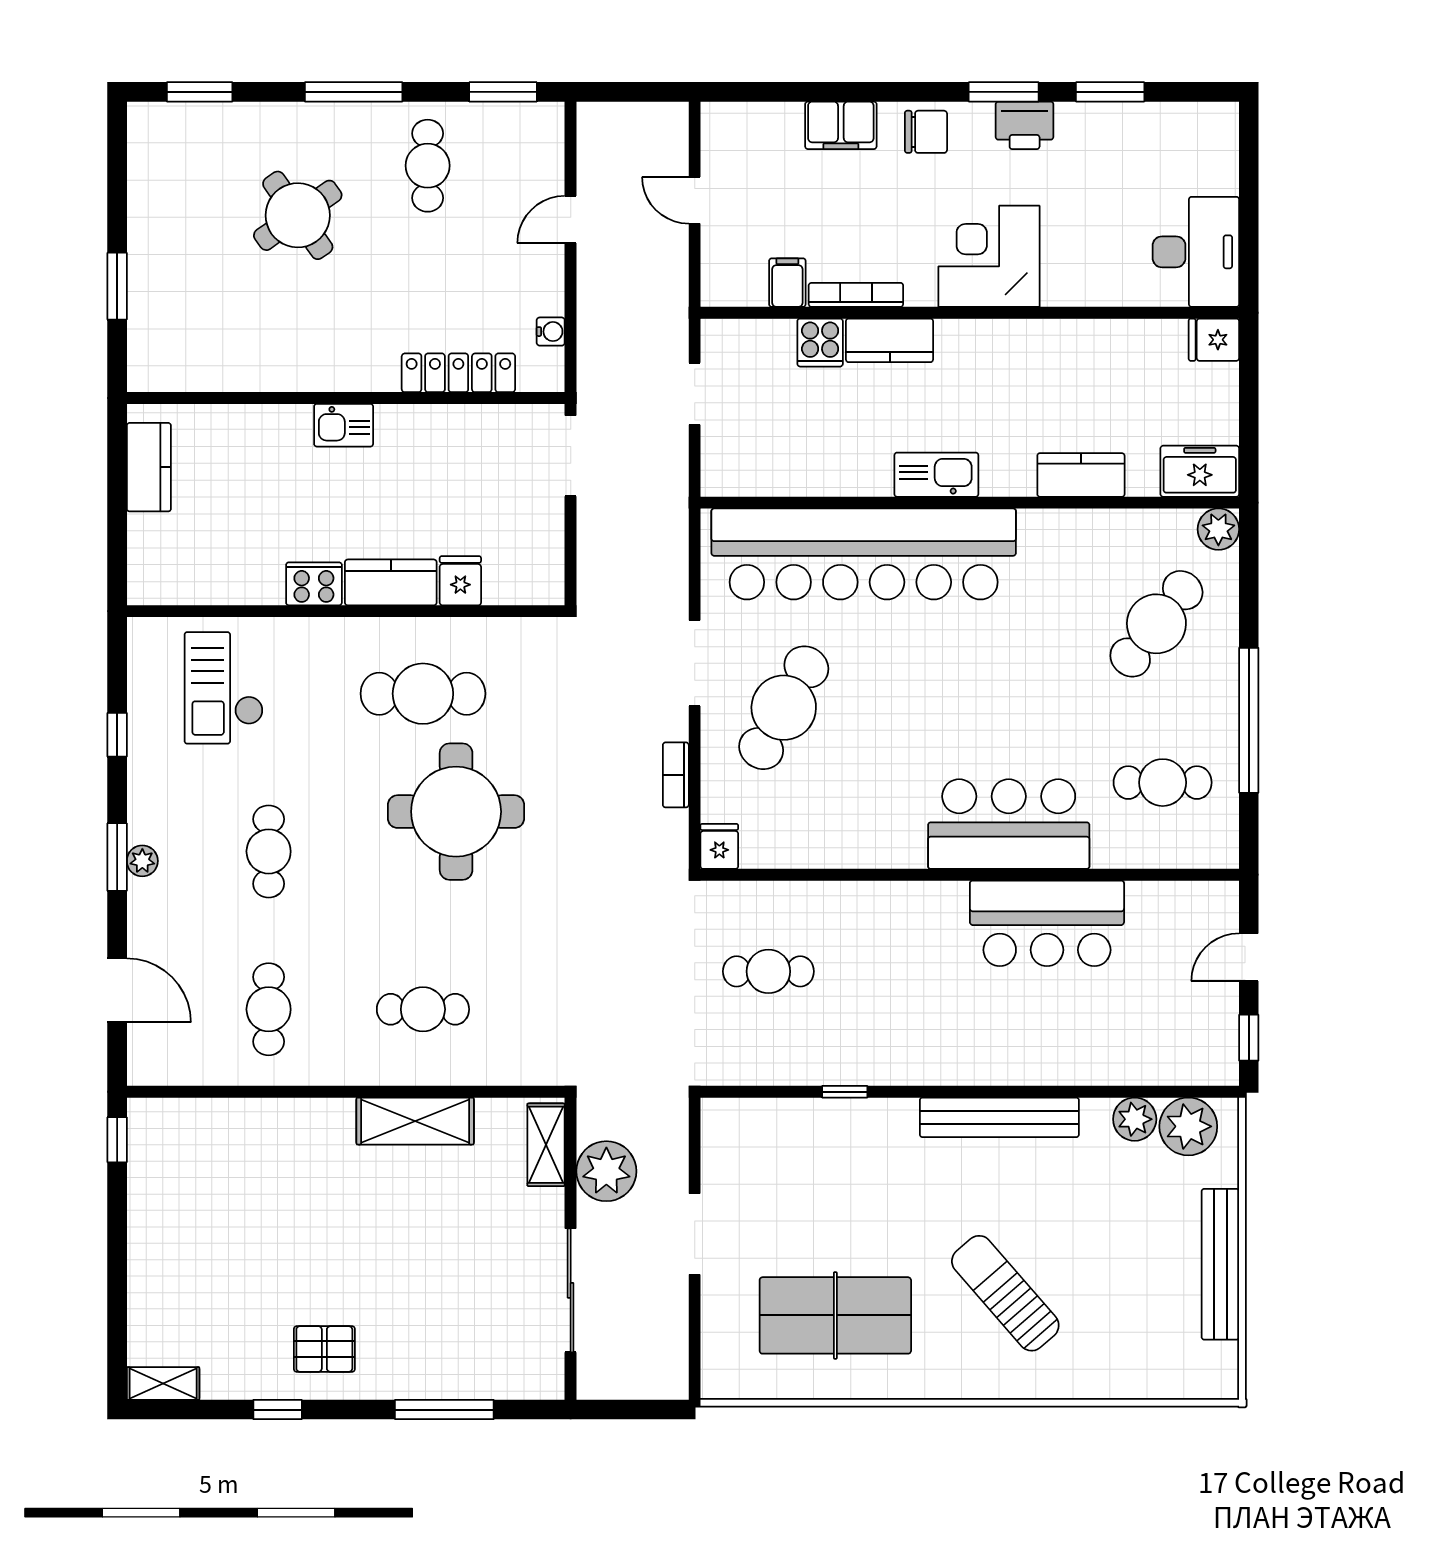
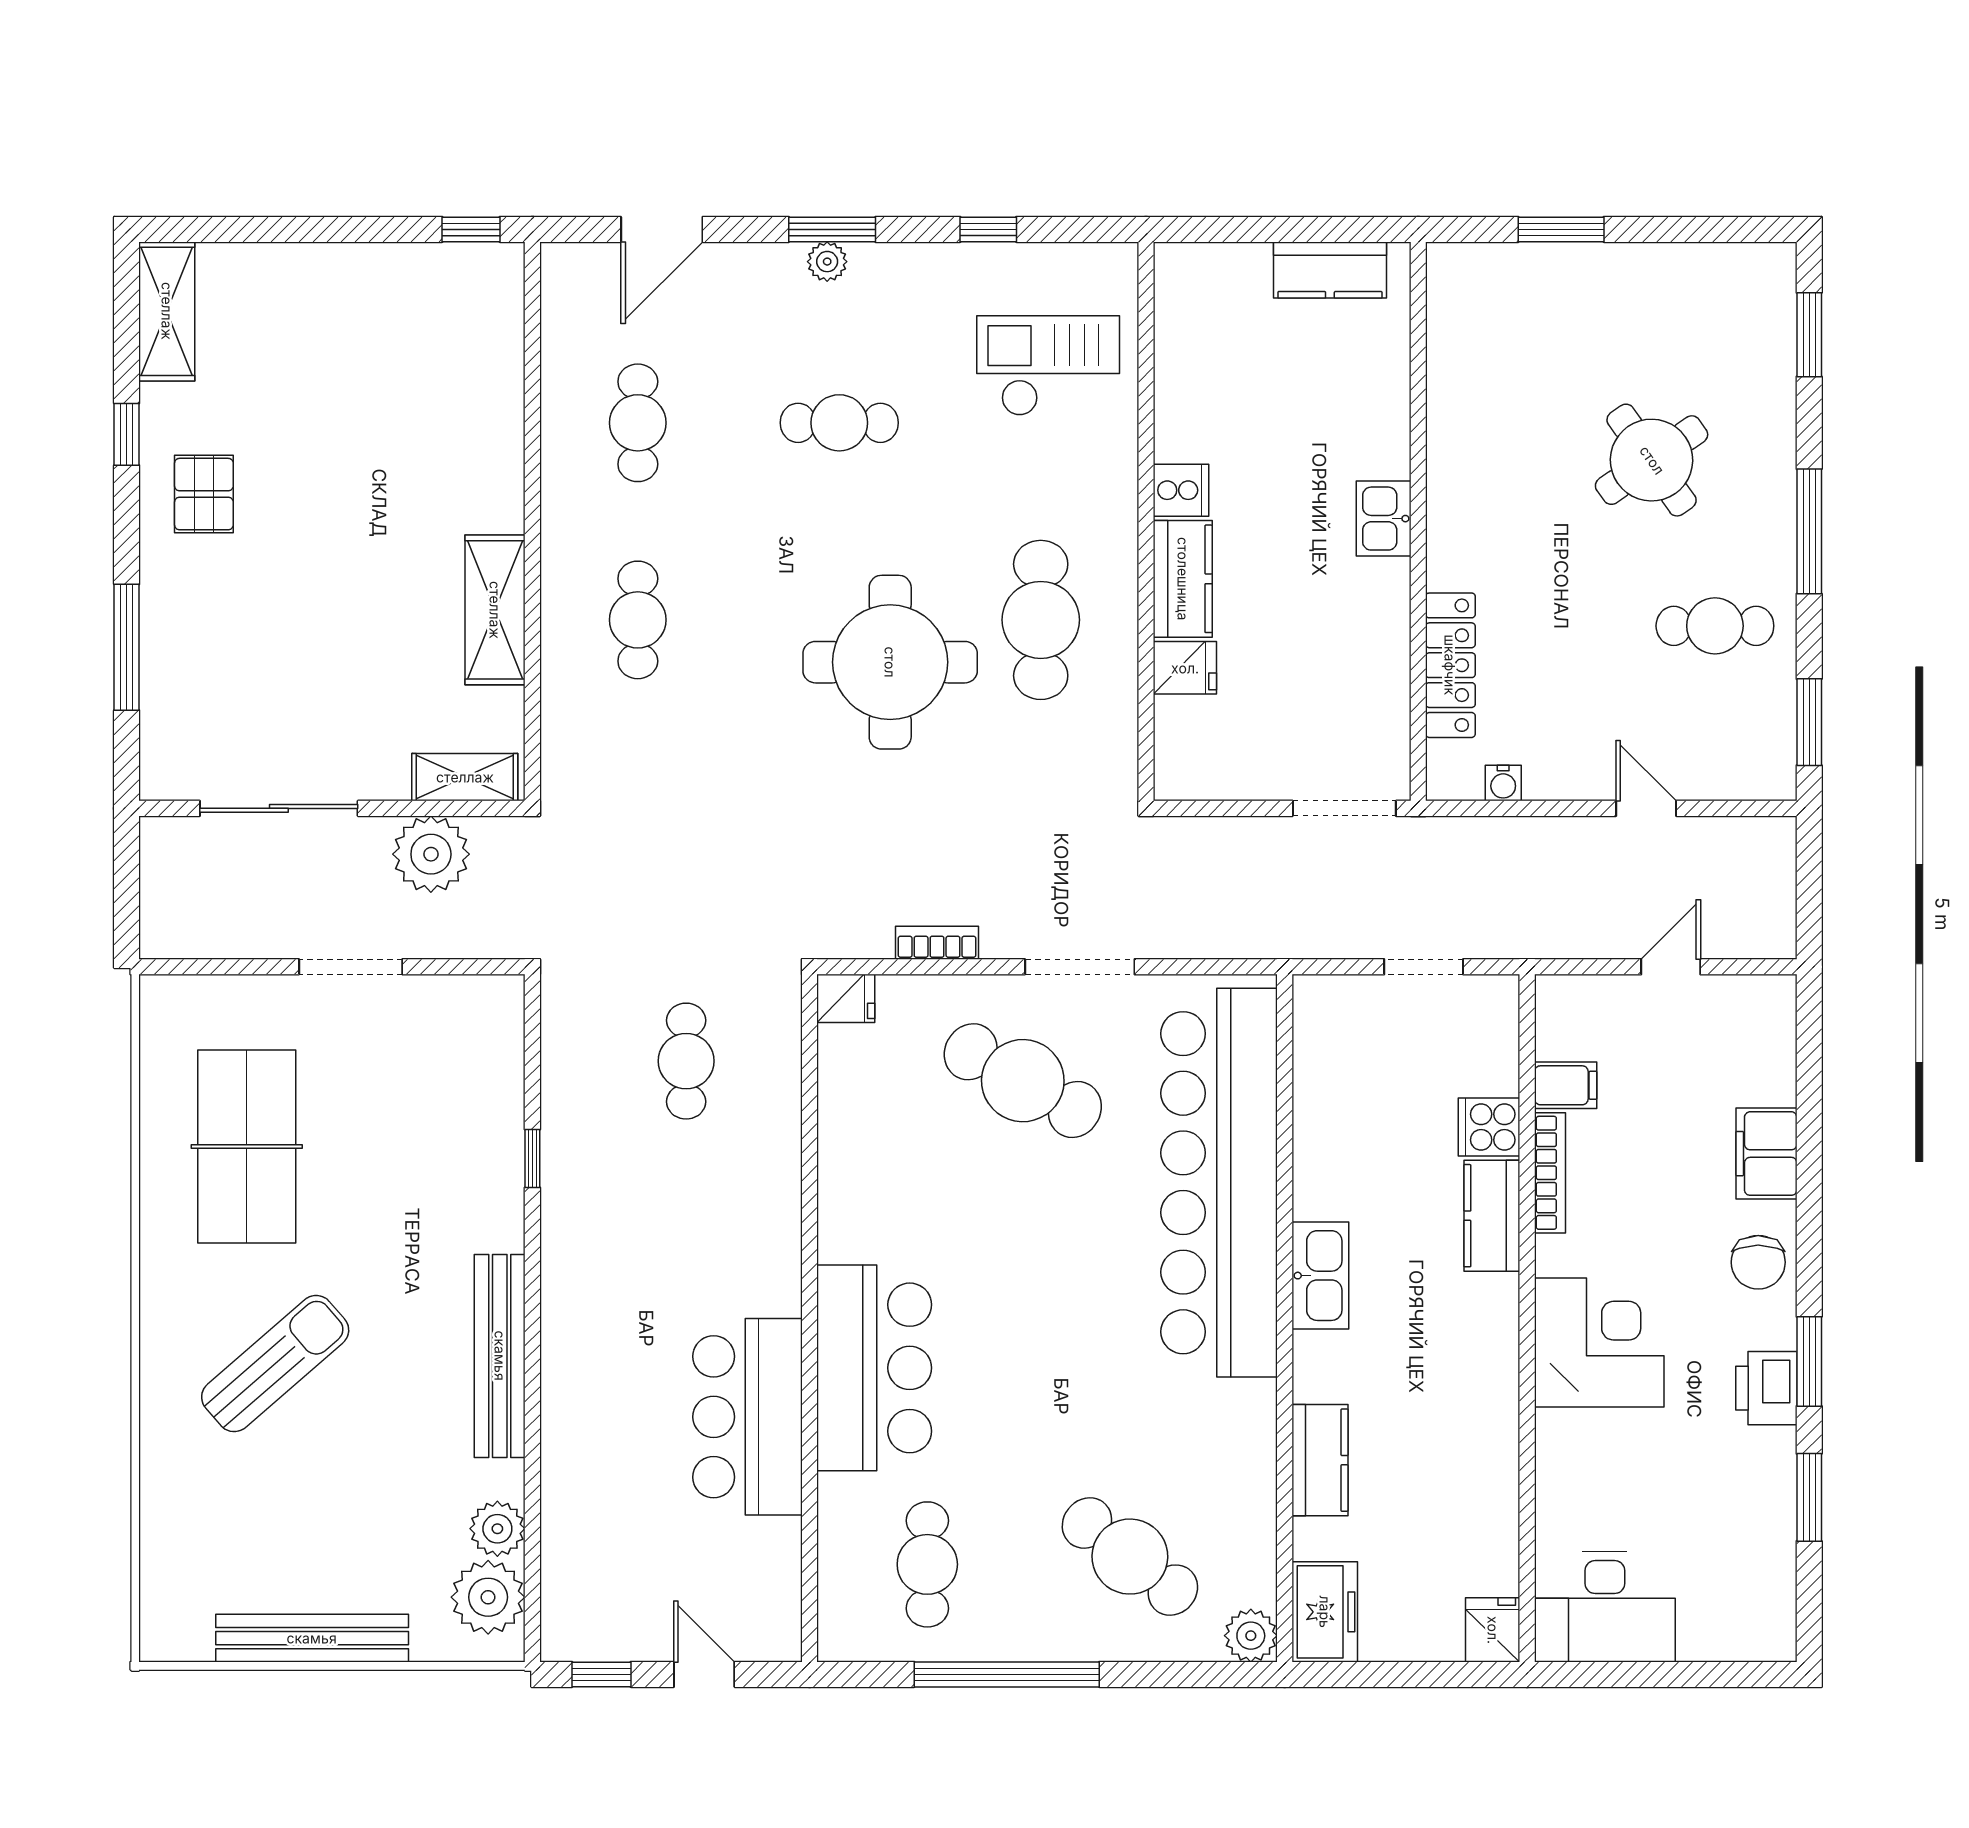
cooker: (314, 584) -> (1181, 490), width x0.73
cafe table: (269, 1009) -> (638, 423), turned 90
shelving: (163, 1384) -> (167, 311), width x1.50, depth x1.33

